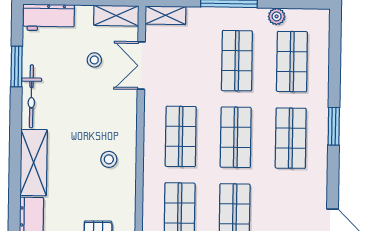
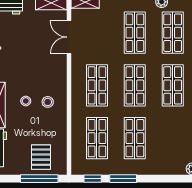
stool: (94, 60) -> (26, 101), moved

